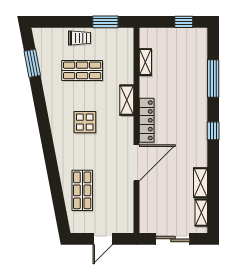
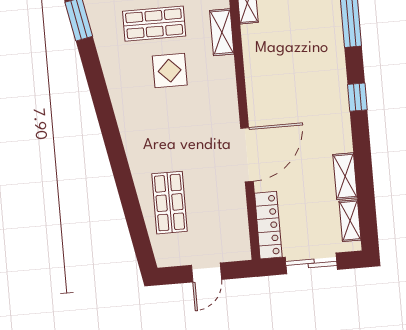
shelving: (127, 100) -> (222, 32), moved
locker: (147, 120) -> (268, 225), moved
display table: (85, 122) -> (170, 71), moved

